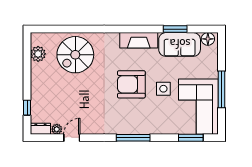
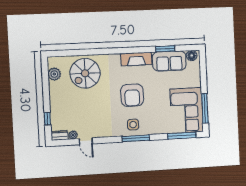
armchair: (131, 84) -> (132, 95), turned -90
side table: (163, 89) -> (133, 125), moved
window: (222, 89) -> (205, 108), moved
door: (72, 138) -> (86, 141), swing flipped
window: (191, 138) -> (182, 136), width x1.44

